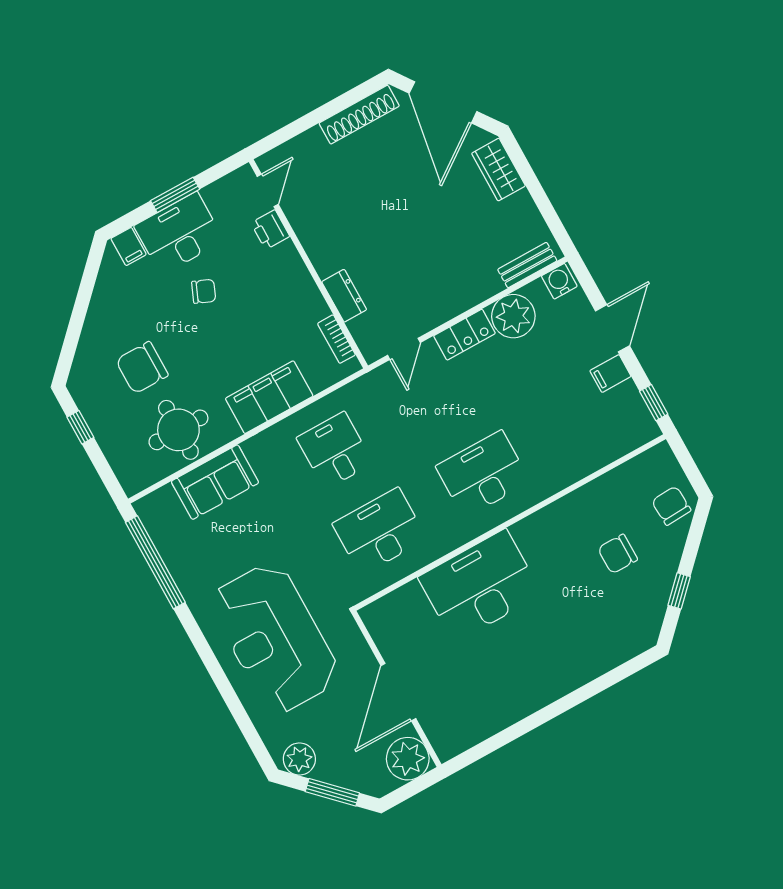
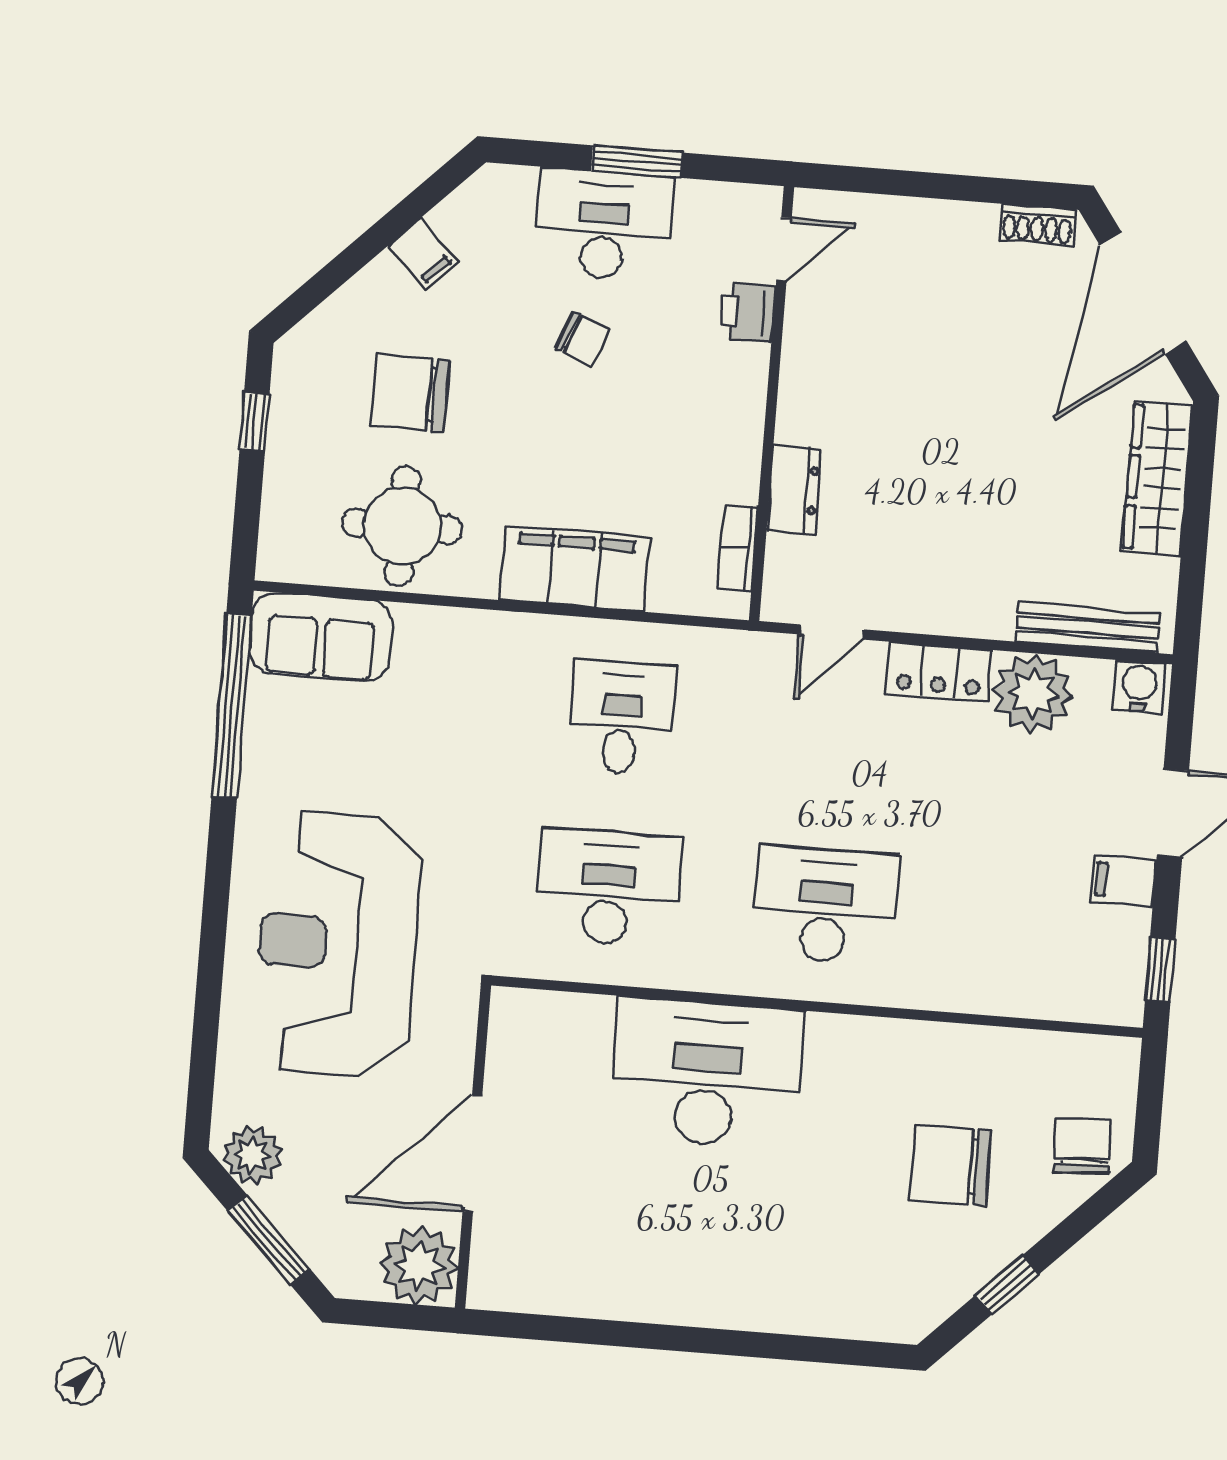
shoe rack: (359, 115) -> (1037, 225), width x0.51, depth x0.81
wardrobe: (498, 170) -> (1158, 478), width x1.50
filing cabinet: (129, 246) -> (423, 254), moved, turned -45
bench: (527, 265) -> (1088, 628), width x1.36
sofa: (215, 482) -> (321, 637), moved
chair: (618, 554) -> (950, 1165), width x1.37, depth x1.37

